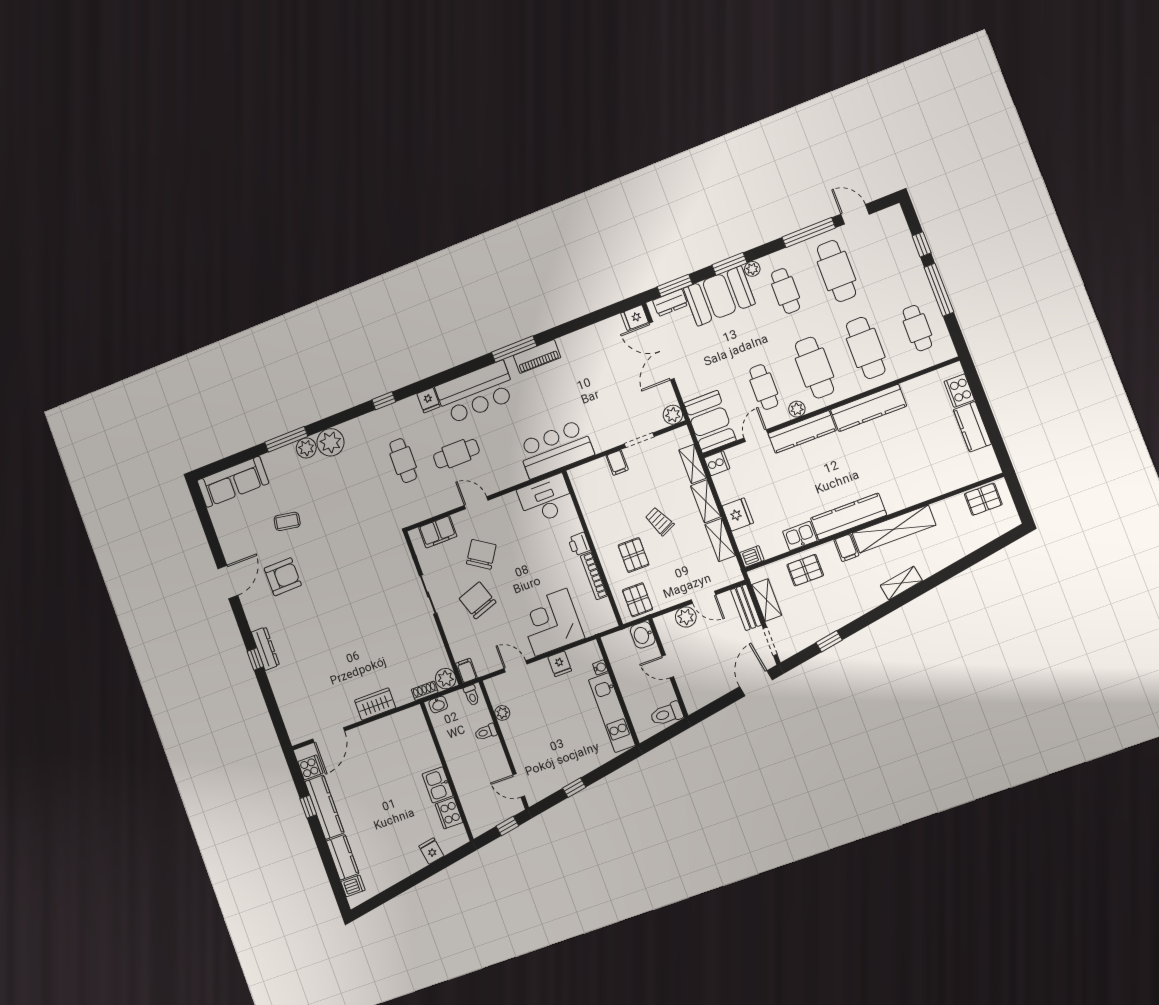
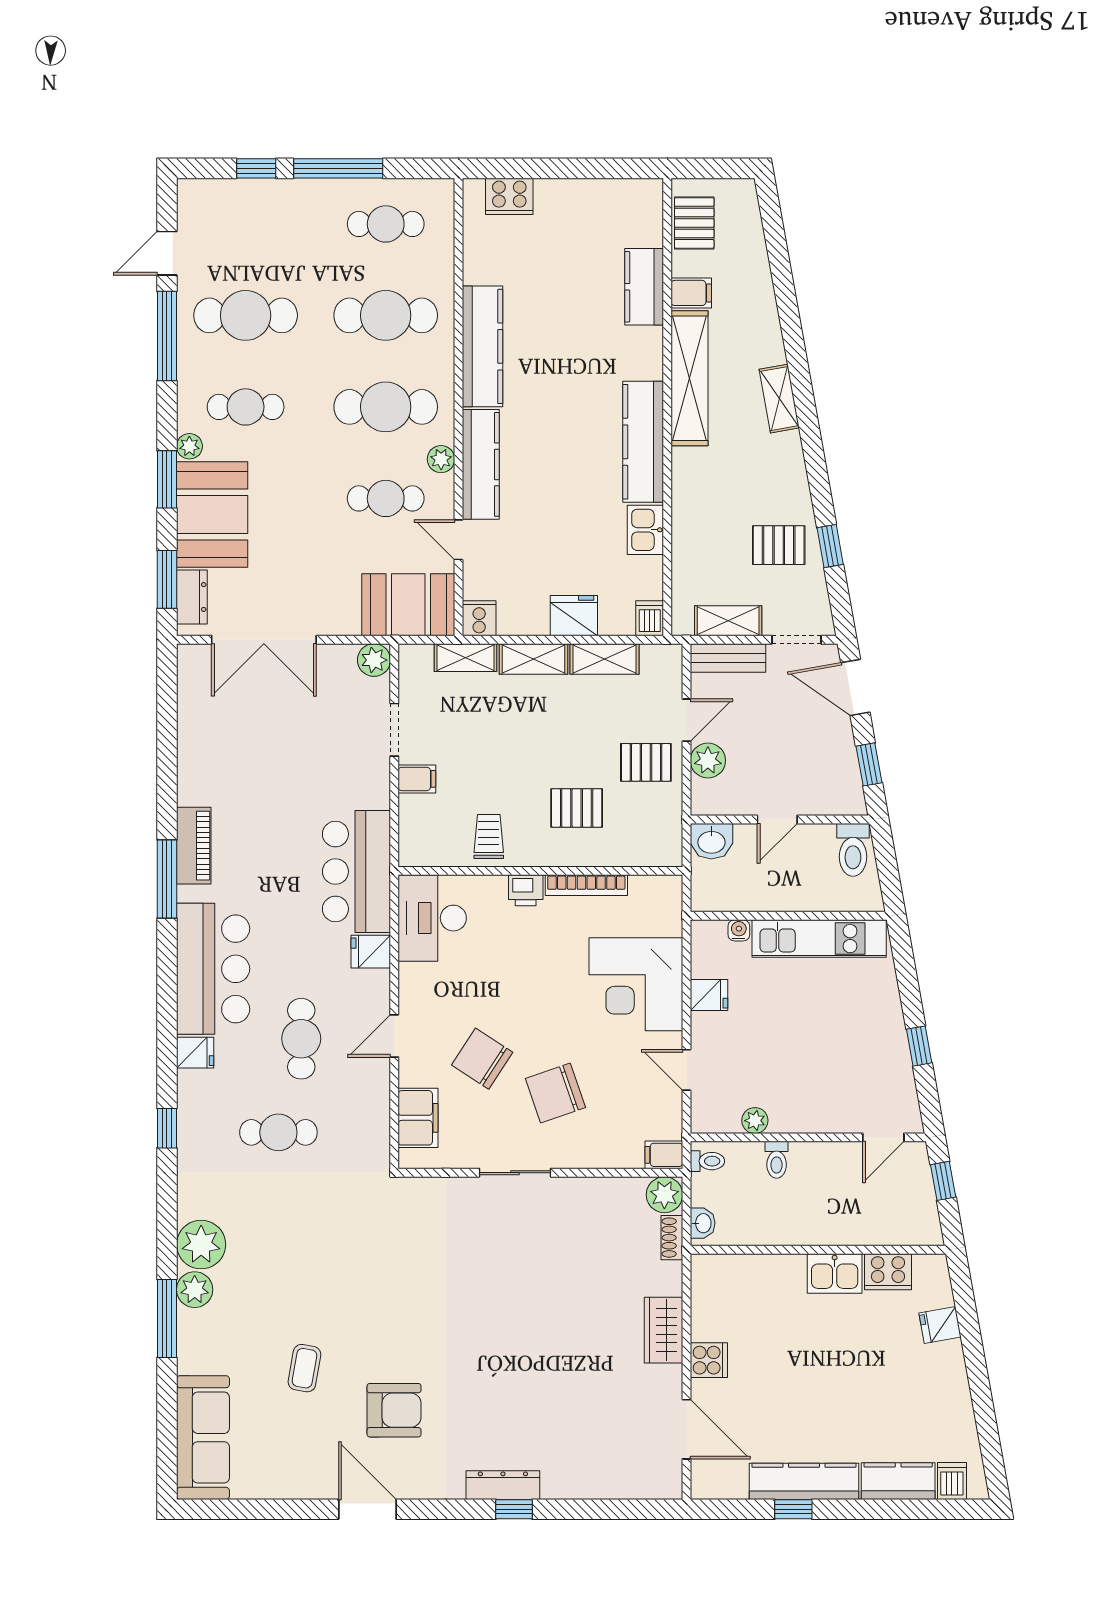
fridge: (635, 318) -> (371, 952), moved, turned 90
kitchen counter: (972, 427) -> (644, 287), moved, turned 90
trolley: (659, 521) -> (489, 837), moved, turned 115
filing cabinet: (846, 548) -> (691, 293), moved
pallet: (805, 570) -> (779, 545), moved, turned 90
armchair: (283, 577) -> (394, 1410), turned 91
pallet: (638, 600) -> (646, 762), moved
door: (515, 666) -> (686, 1070), hinge flipped
window: (716, 706) -> (869, 764), added
cooker: (310, 767) -> (709, 1360), moved, turned 90

